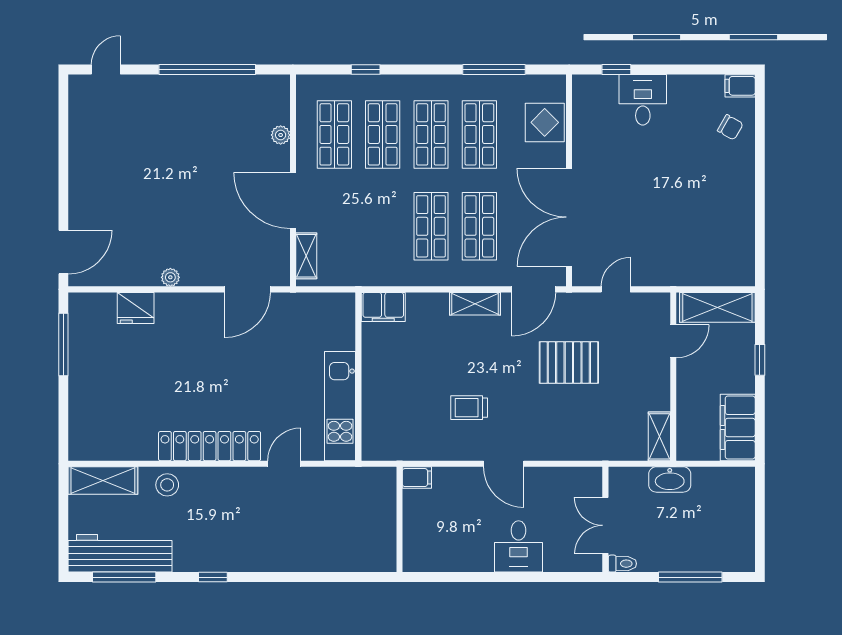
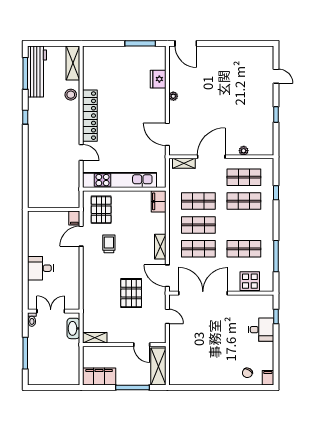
door: (106, 69) -> (276, 76), moved
window: (207, 69) -> (276, 114), width x0.32
shop shelf: (431, 134) -> (198, 201), moved
window: (760, 360) -> (132, 387), width x2.17
kitchen unit: (340, 406) -> (119, 180), width x1.36
pallet: (400, 423) -> (101, 210), added
door: (504, 464) -> (81, 236), moved
washbasin: (670, 479) -> (73, 328), moved

